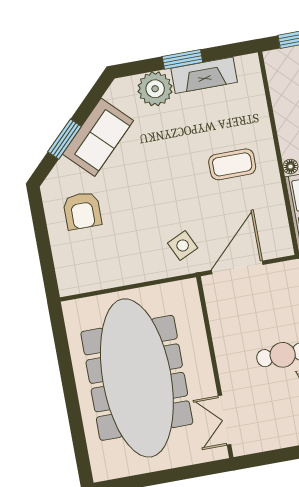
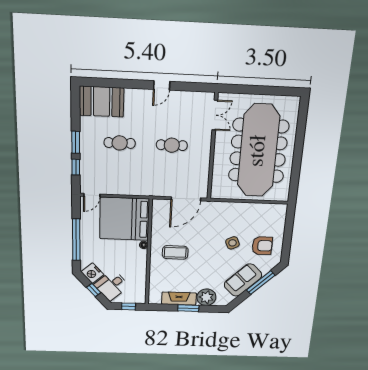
window: (65, 139) -> (261, 283), width x1.44
armchair: (82, 211) -> (262, 246), turned 90
side table: (183, 245) -> (232, 243), moved

